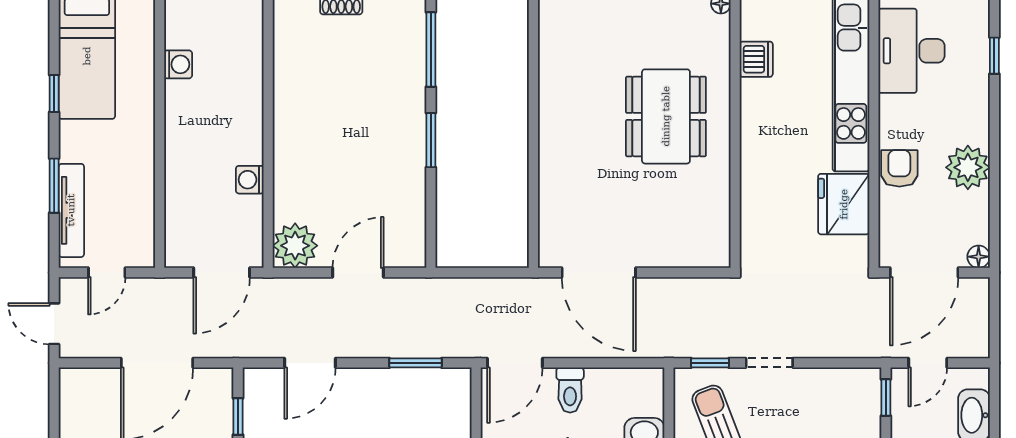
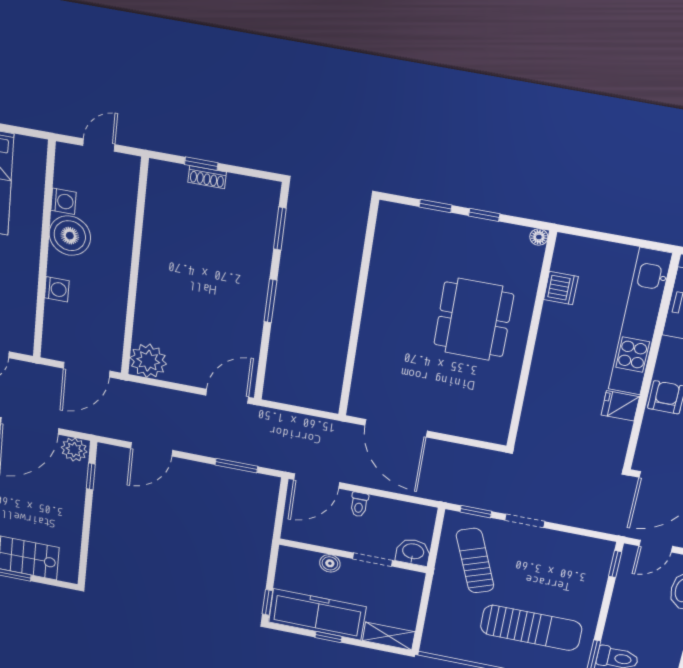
window: (431, 50) -> (280, 229), width x0.69
boiler: (189, 105) -> (70, 236), added
washing machine: (250, 180) -> (57, 289), moved, turned 180
fridge: (844, 204) -> (620, 406), width x0.53, depth x0.75
door: (358, 273) -> (227, 396), moved
plant: (215, 384) -> (74, 450), added
toilet: (570, 390) -> (359, 504), width x0.73, depth x0.72

